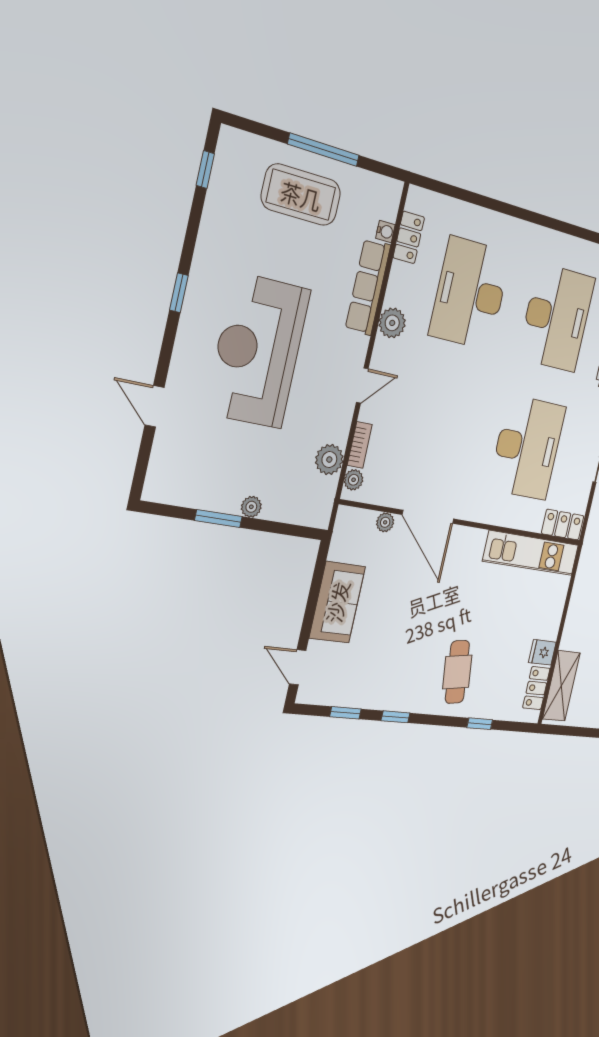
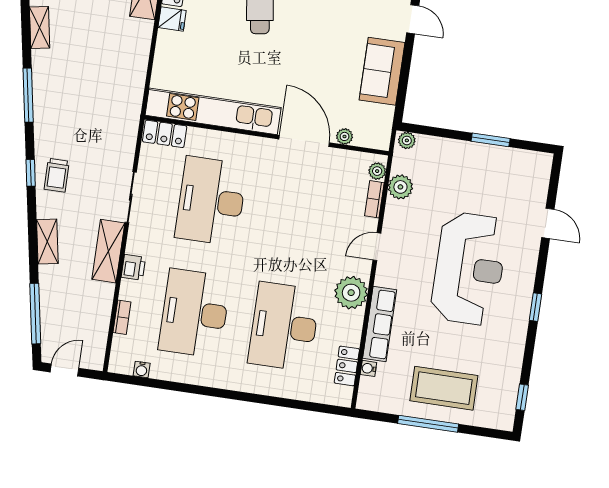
desk: (470, 294) -> (284, 327), turned 180
plant: (392, 323) -> (351, 293), width x1.36, depth x1.36
plant: (251, 507) -> (407, 140), moved
kitchen unit: (531, 553) -> (213, 111), width x1.36

